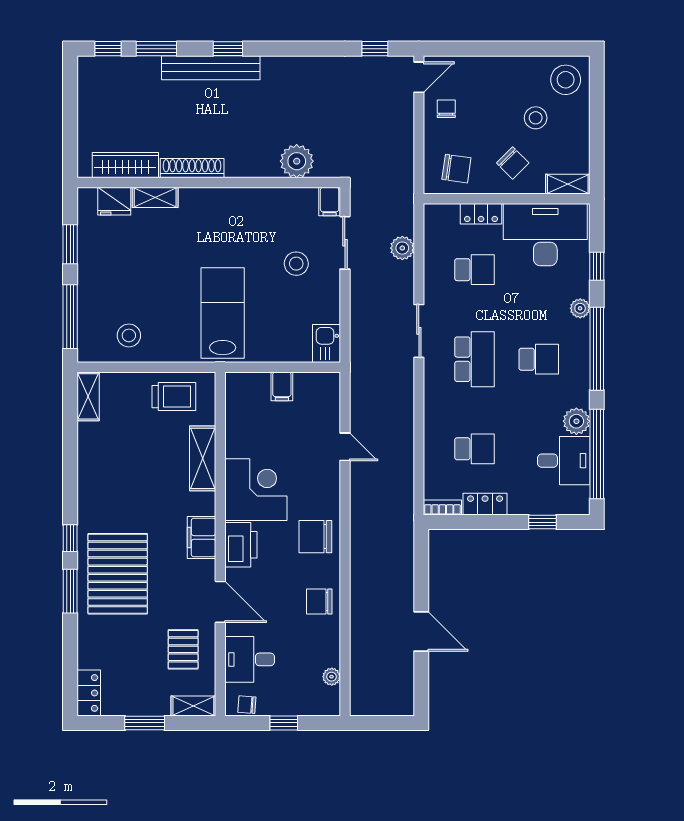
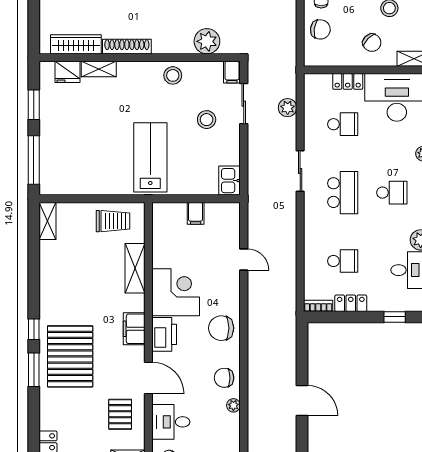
chair: (456, 169) -> (320, 29), moved
stool: (129, 335) -> (173, 75), moved
plant: (332, 677) -> (233, 405), moved

